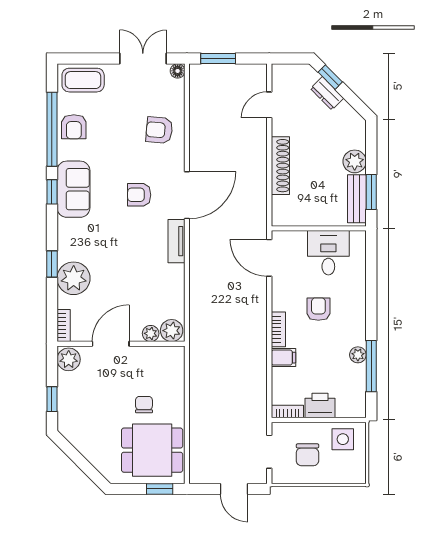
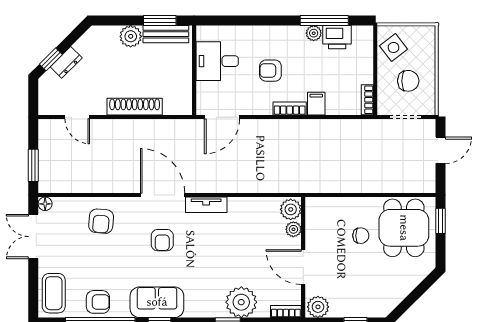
chair: (144, 405) -> (361, 236), turned 180
printer: (320, 406) -> (337, 37), moved, turned -90
side table: (343, 439) -> (393, 47), turned -37

